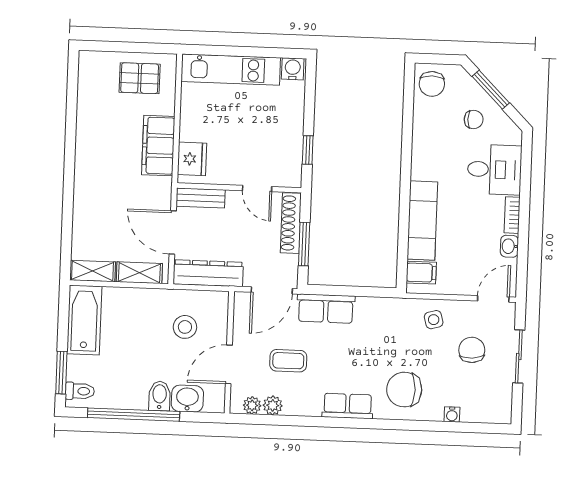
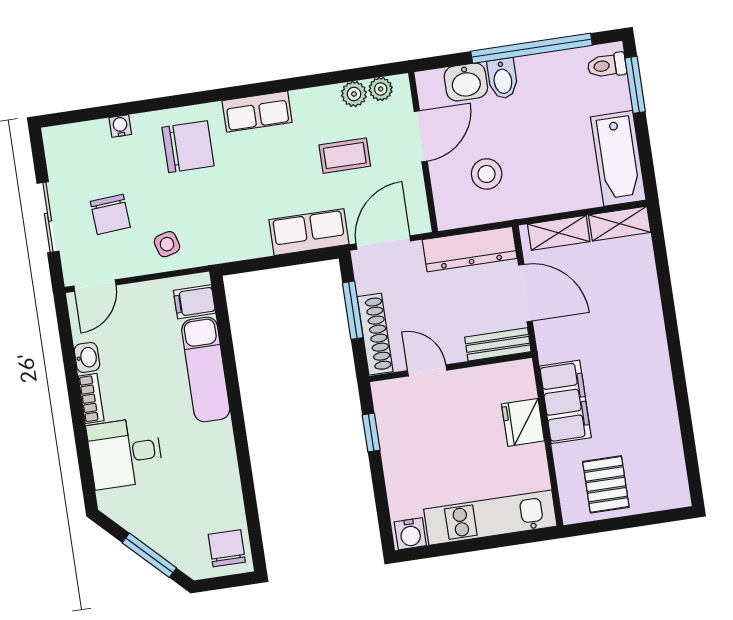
pallet: (140, 78) -> (606, 484), turned 90
chair: (474, 119) -> (164, 513), removed
fridge: (192, 159) -> (523, 422), moved

